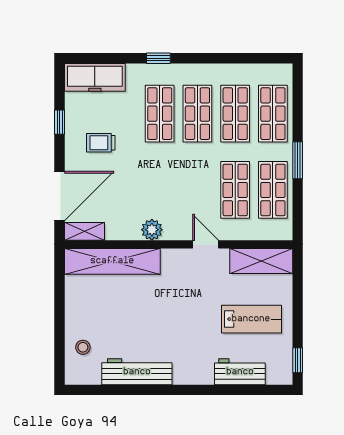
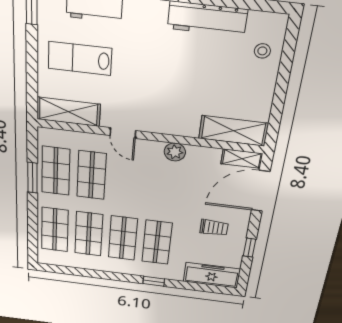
window: (298, 160) -> (32, 178), moved
shelving: (112, 261) -> (233, 131), width x0.68

